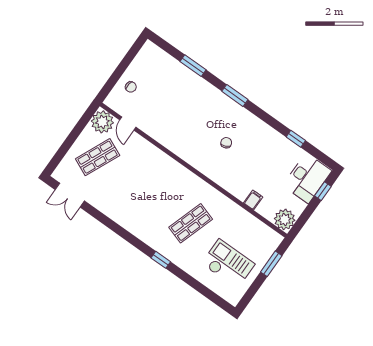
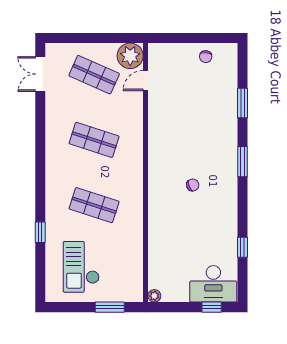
chair: (131, 87) -> (206, 57), moved
shop shelf: (144, 190) -> (94, 140), added
filing cabinet: (253, 200) -> (157, 248), removed
plant: (285, 219) -> (154, 296), width x0.53, depth x0.53
window: (161, 260) -> (40, 232), moved
checkout: (228, 264) -> (81, 267), turned 180

